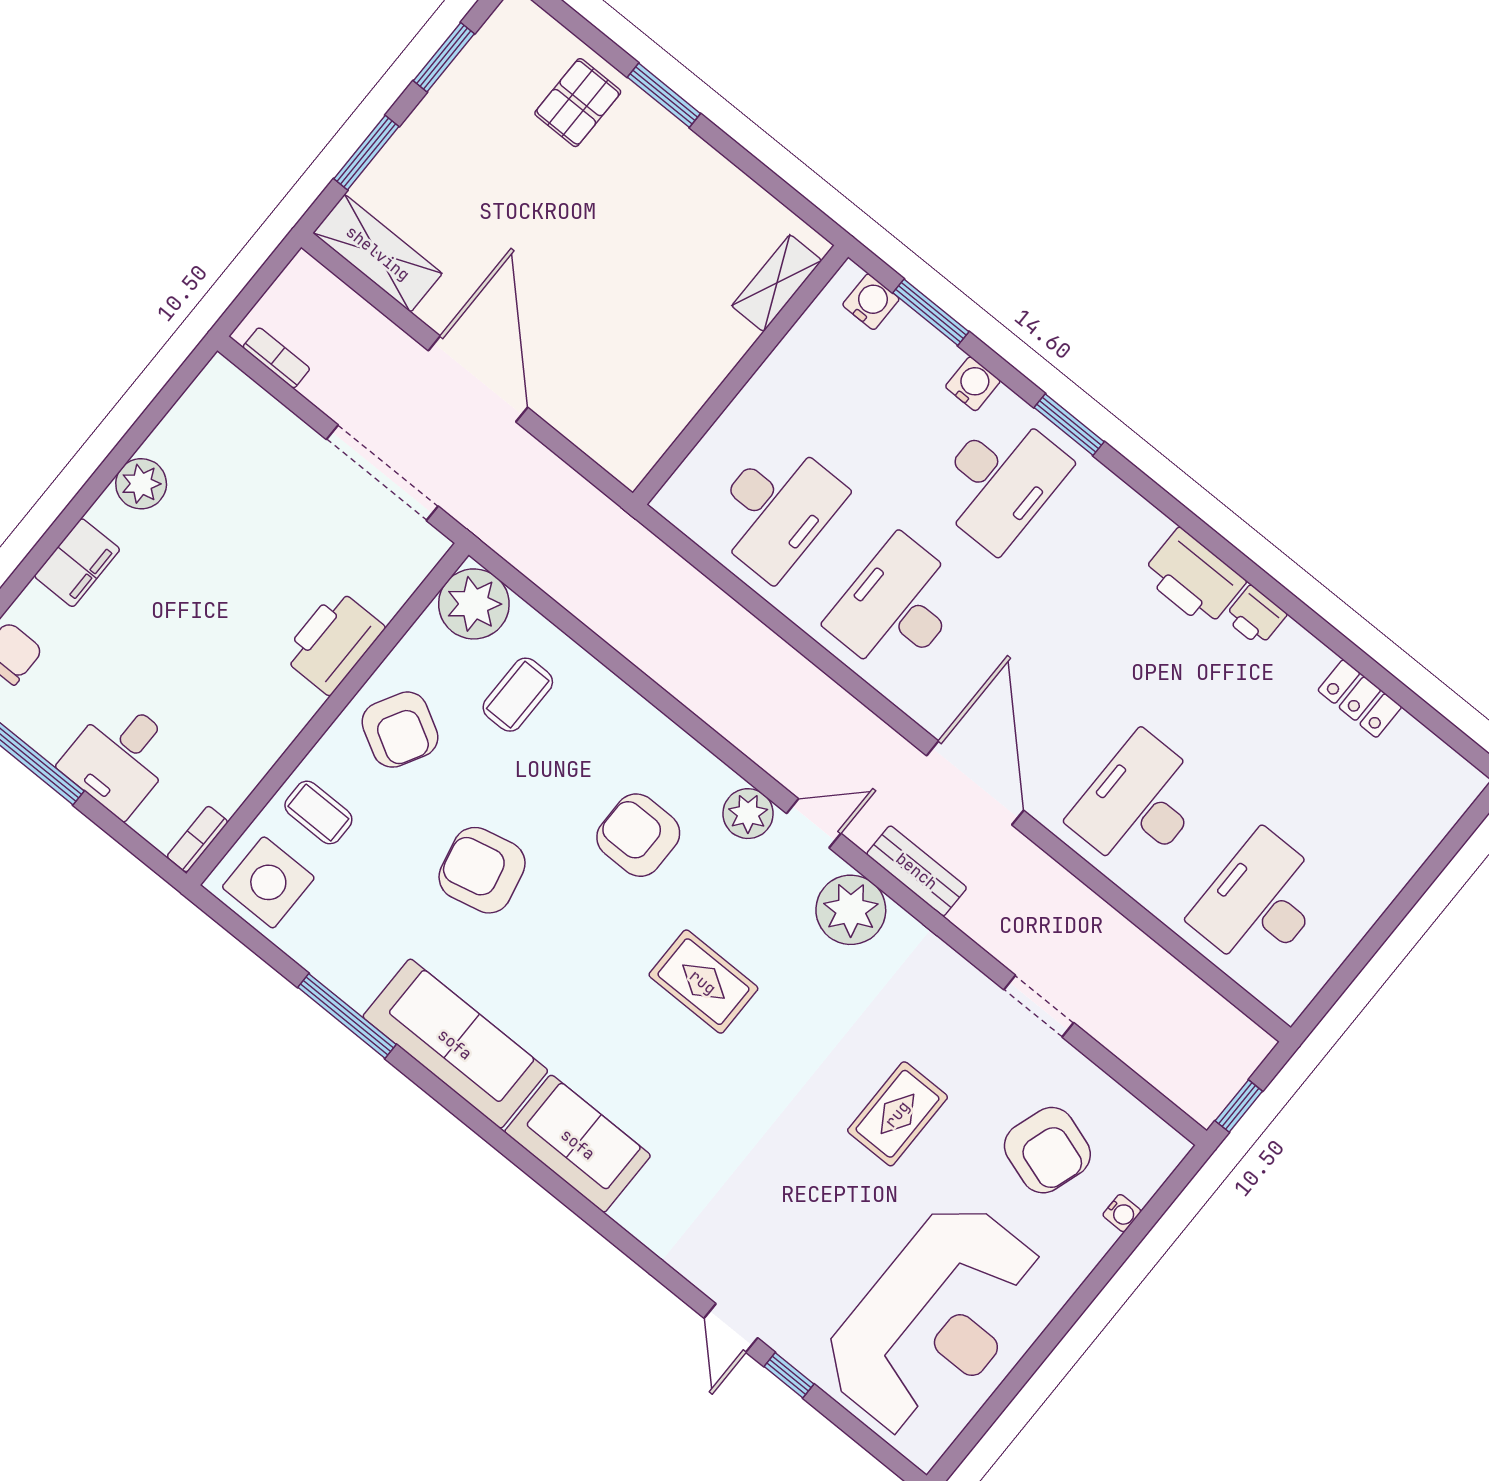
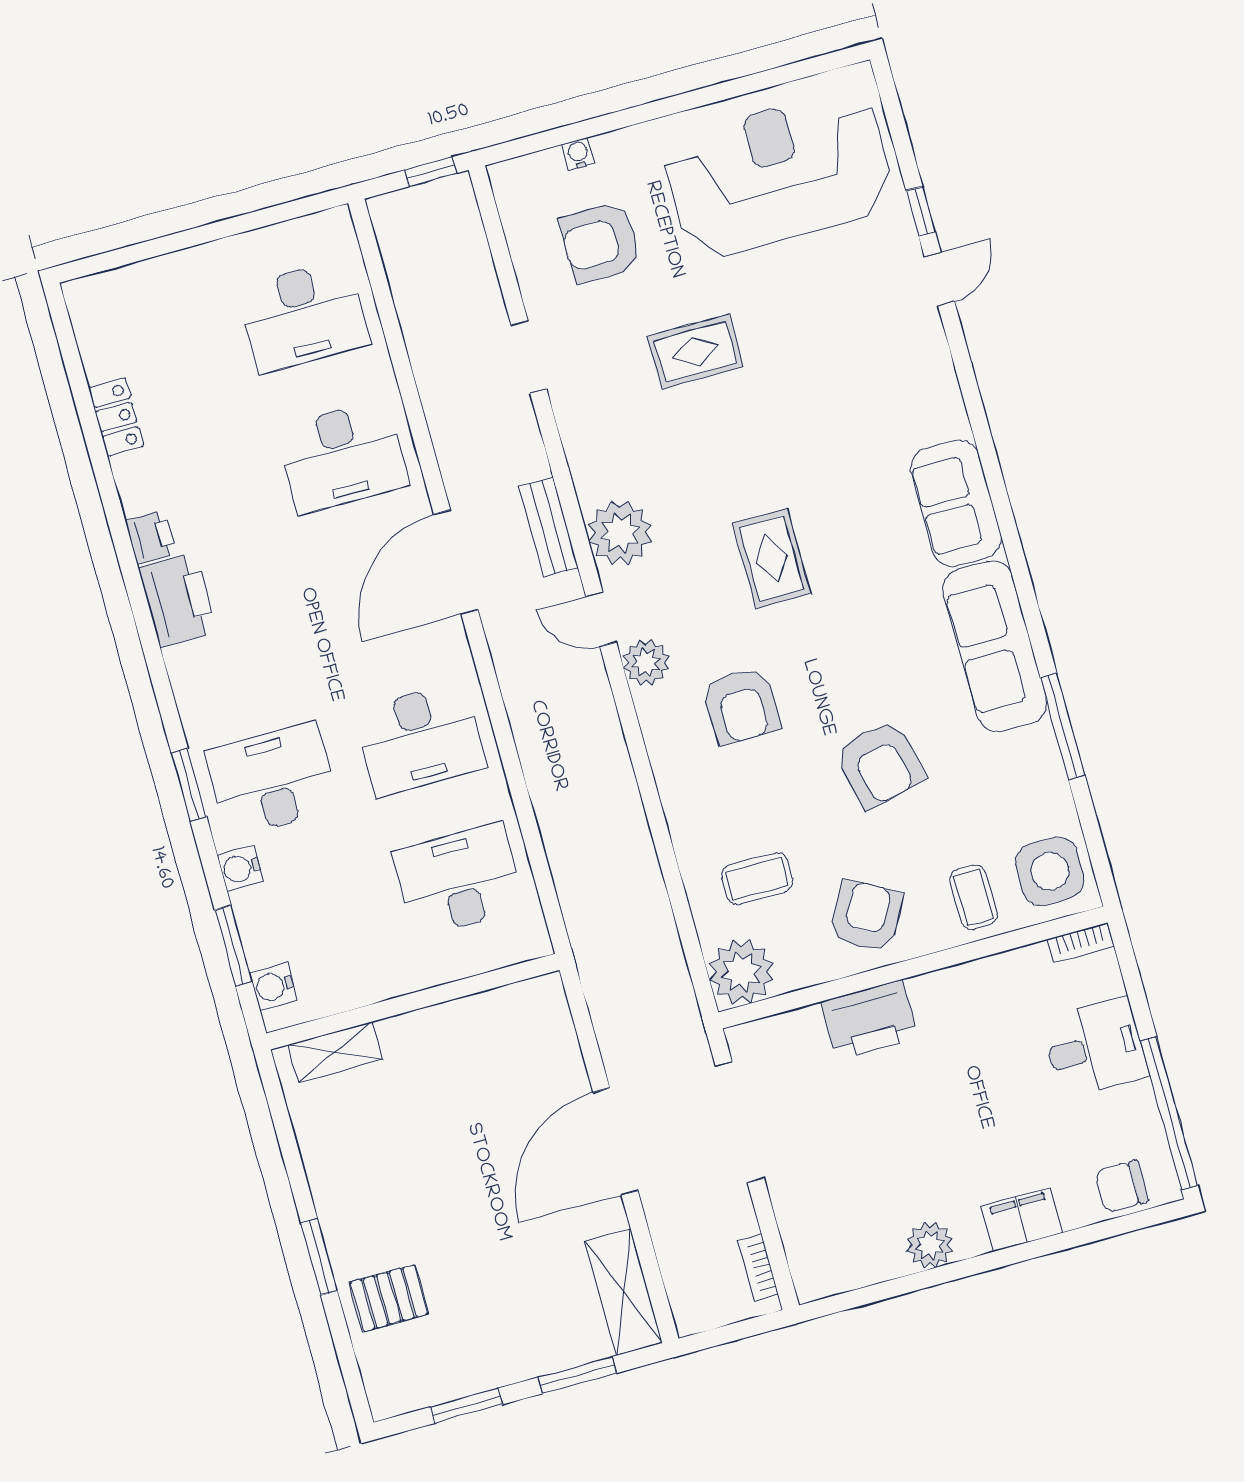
armchair: (1047, 1150) -> (601, 242), turned -108

